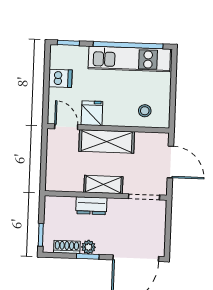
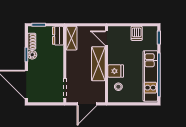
fridge: (92, 113) -> (116, 71), moved
door: (66, 127) -> (107, 38), swing flipped
shelving: (103, 184) -> (71, 38), moved
dresser: (91, 206) -> (58, 36), moved

